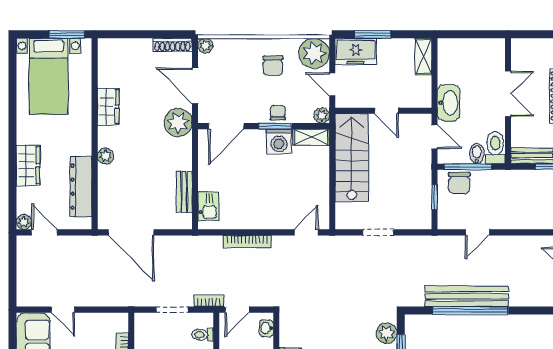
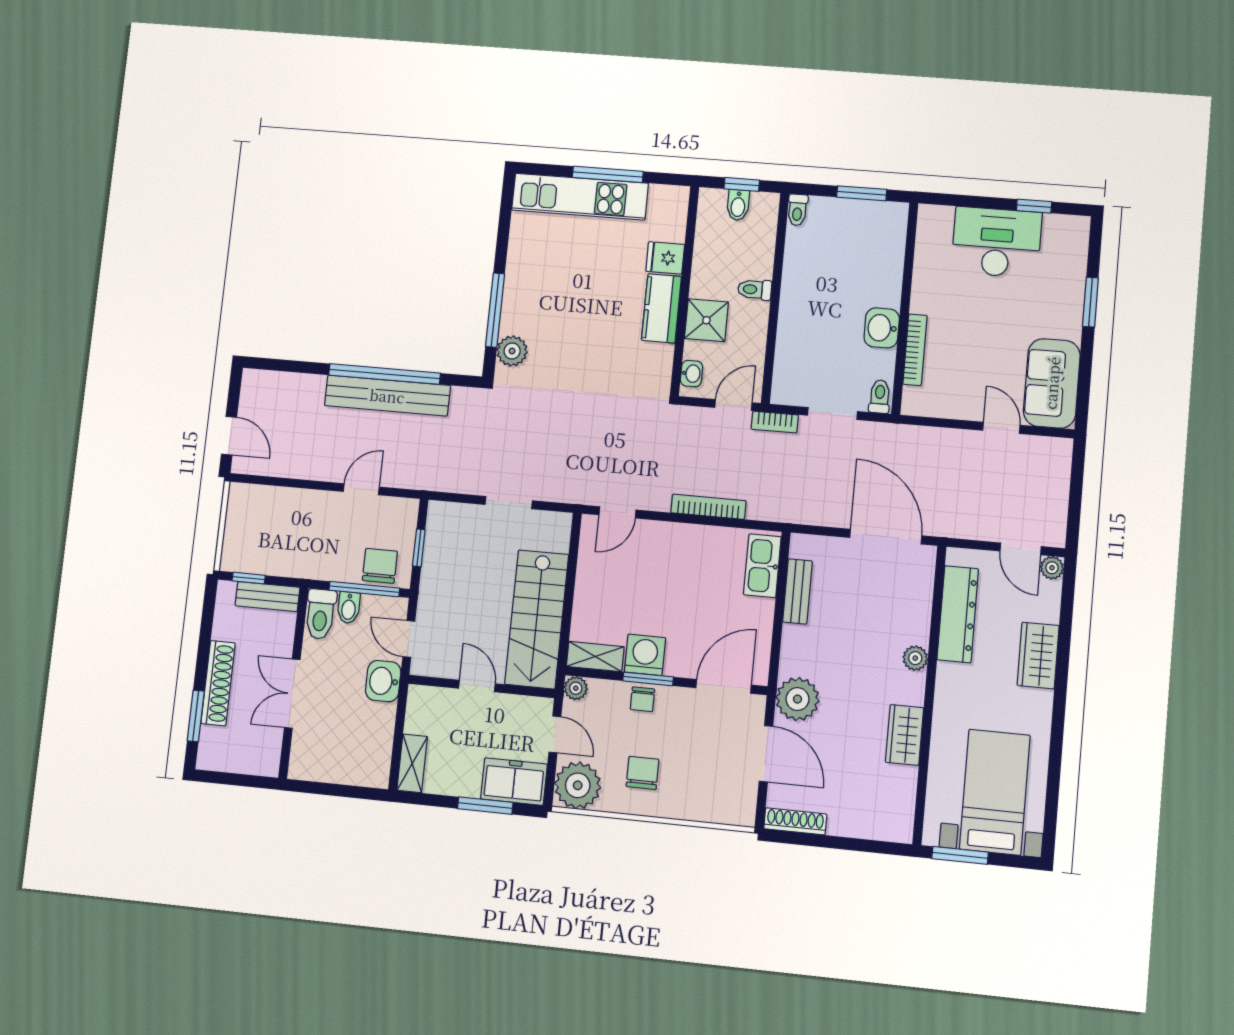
plant: (205, 46) -> (744, 815), removed
washbasin: (449, 103) -> (383, 681), width x0.72
kitchen sink: (208, 206) -> (762, 566), width x1.38
toilet: (203, 335) -> (880, 397), moved, turned -90

